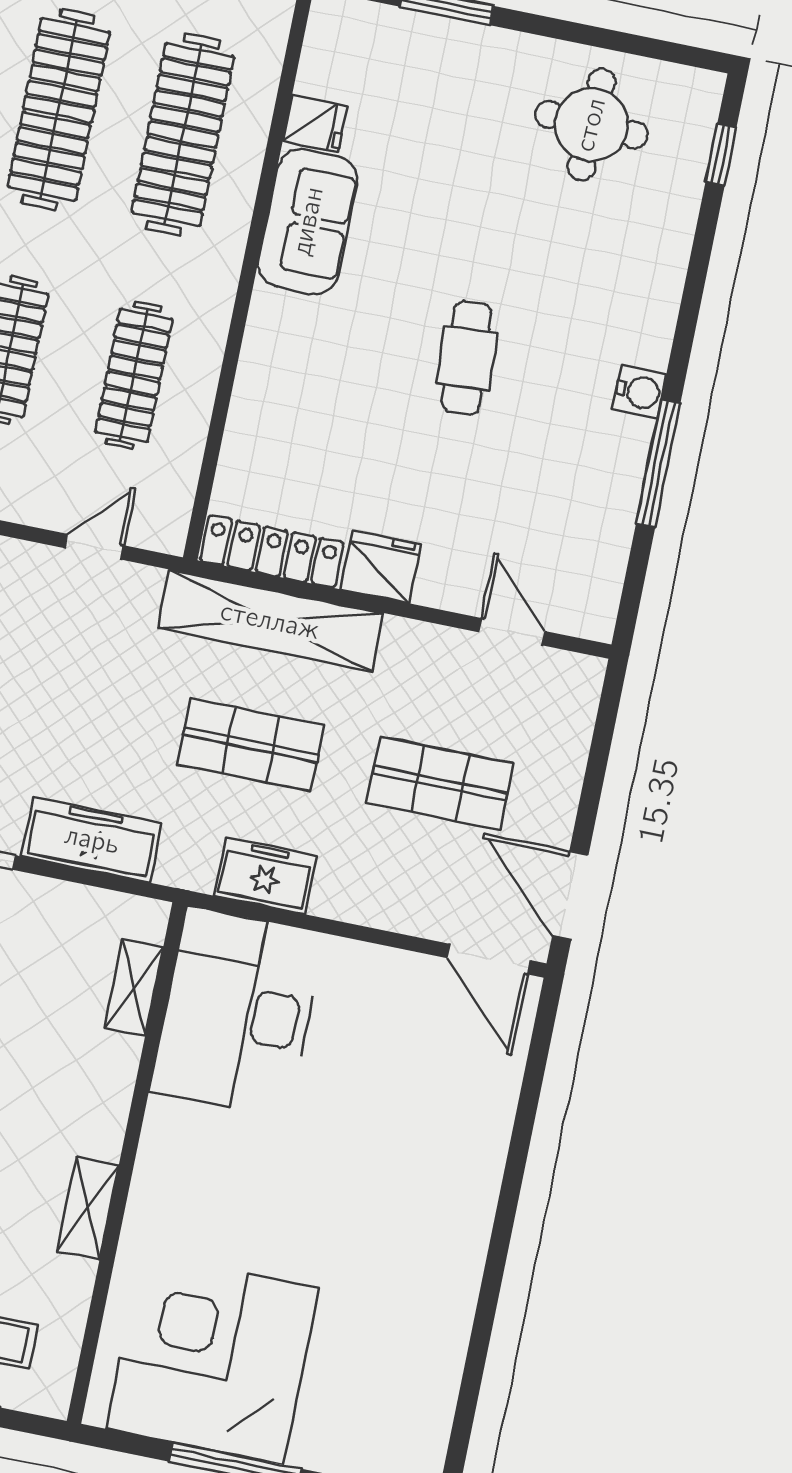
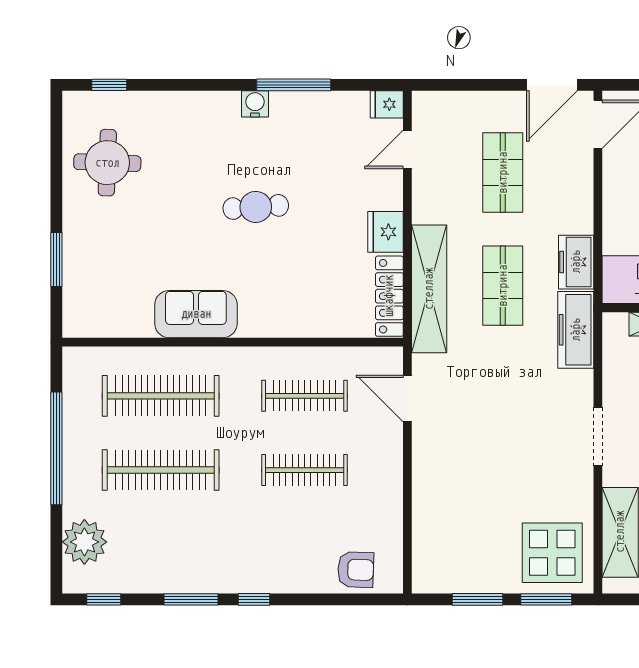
fridge: (315, 123) -> (387, 104), moved, turned -90
door: (94, 547) -> (407, 398), width x1.38
freezer: (92, 840) -> (576, 330), moved

